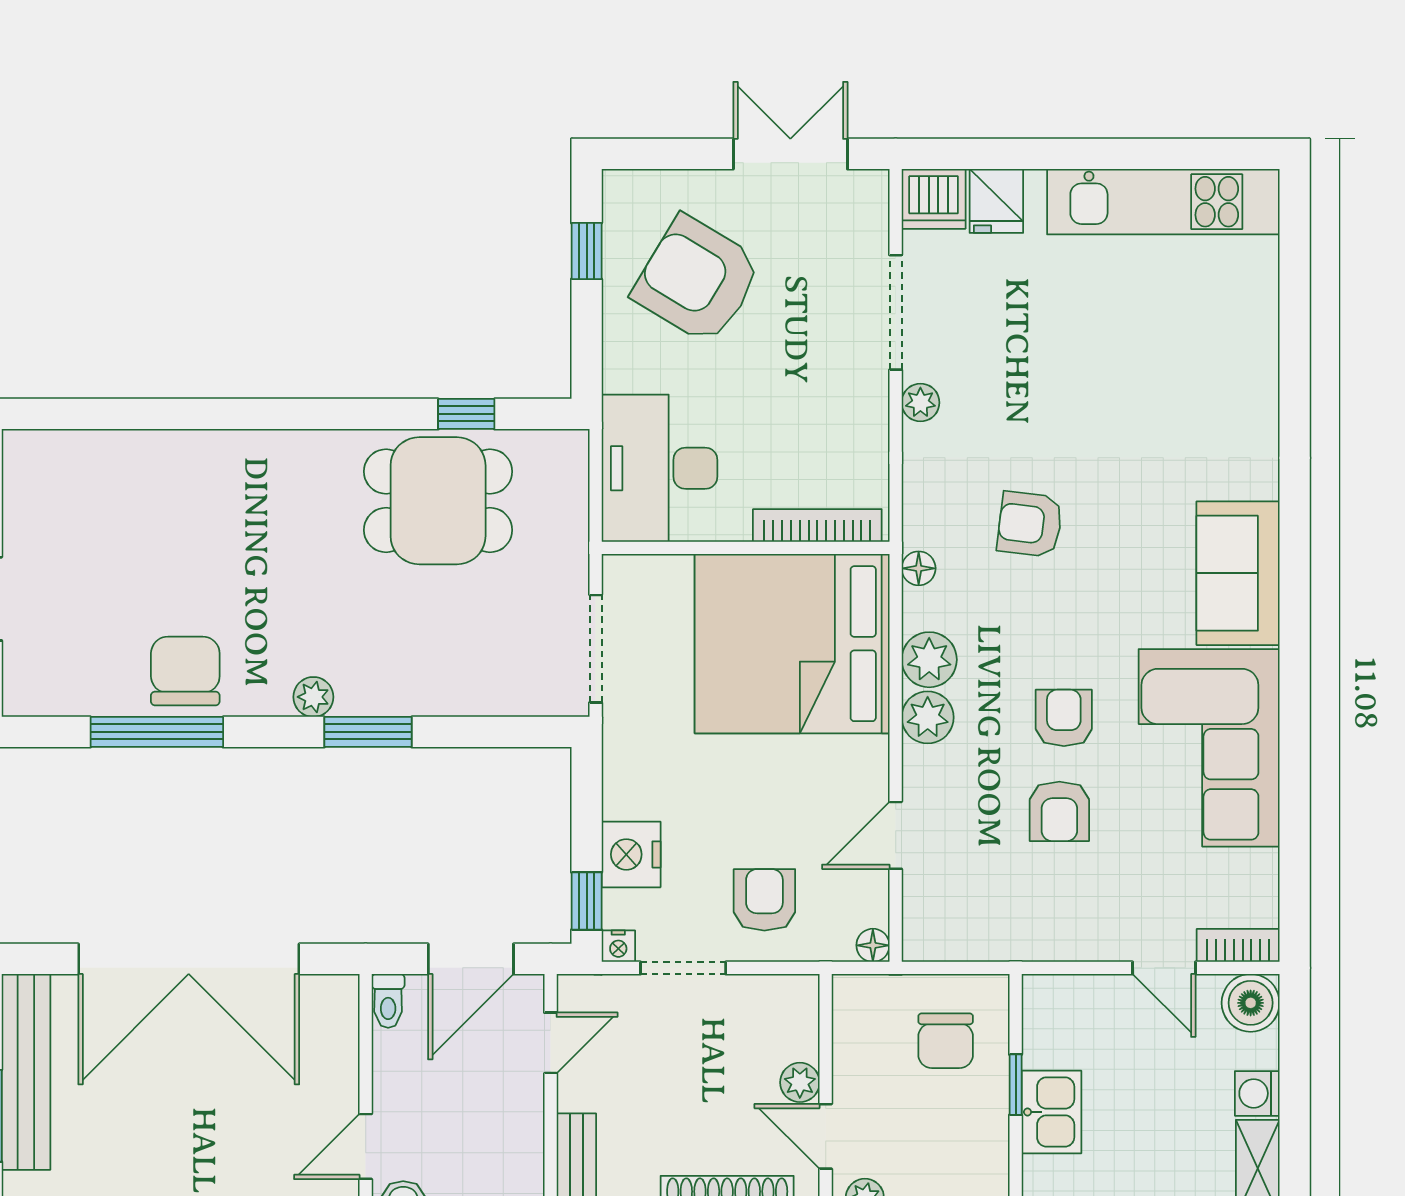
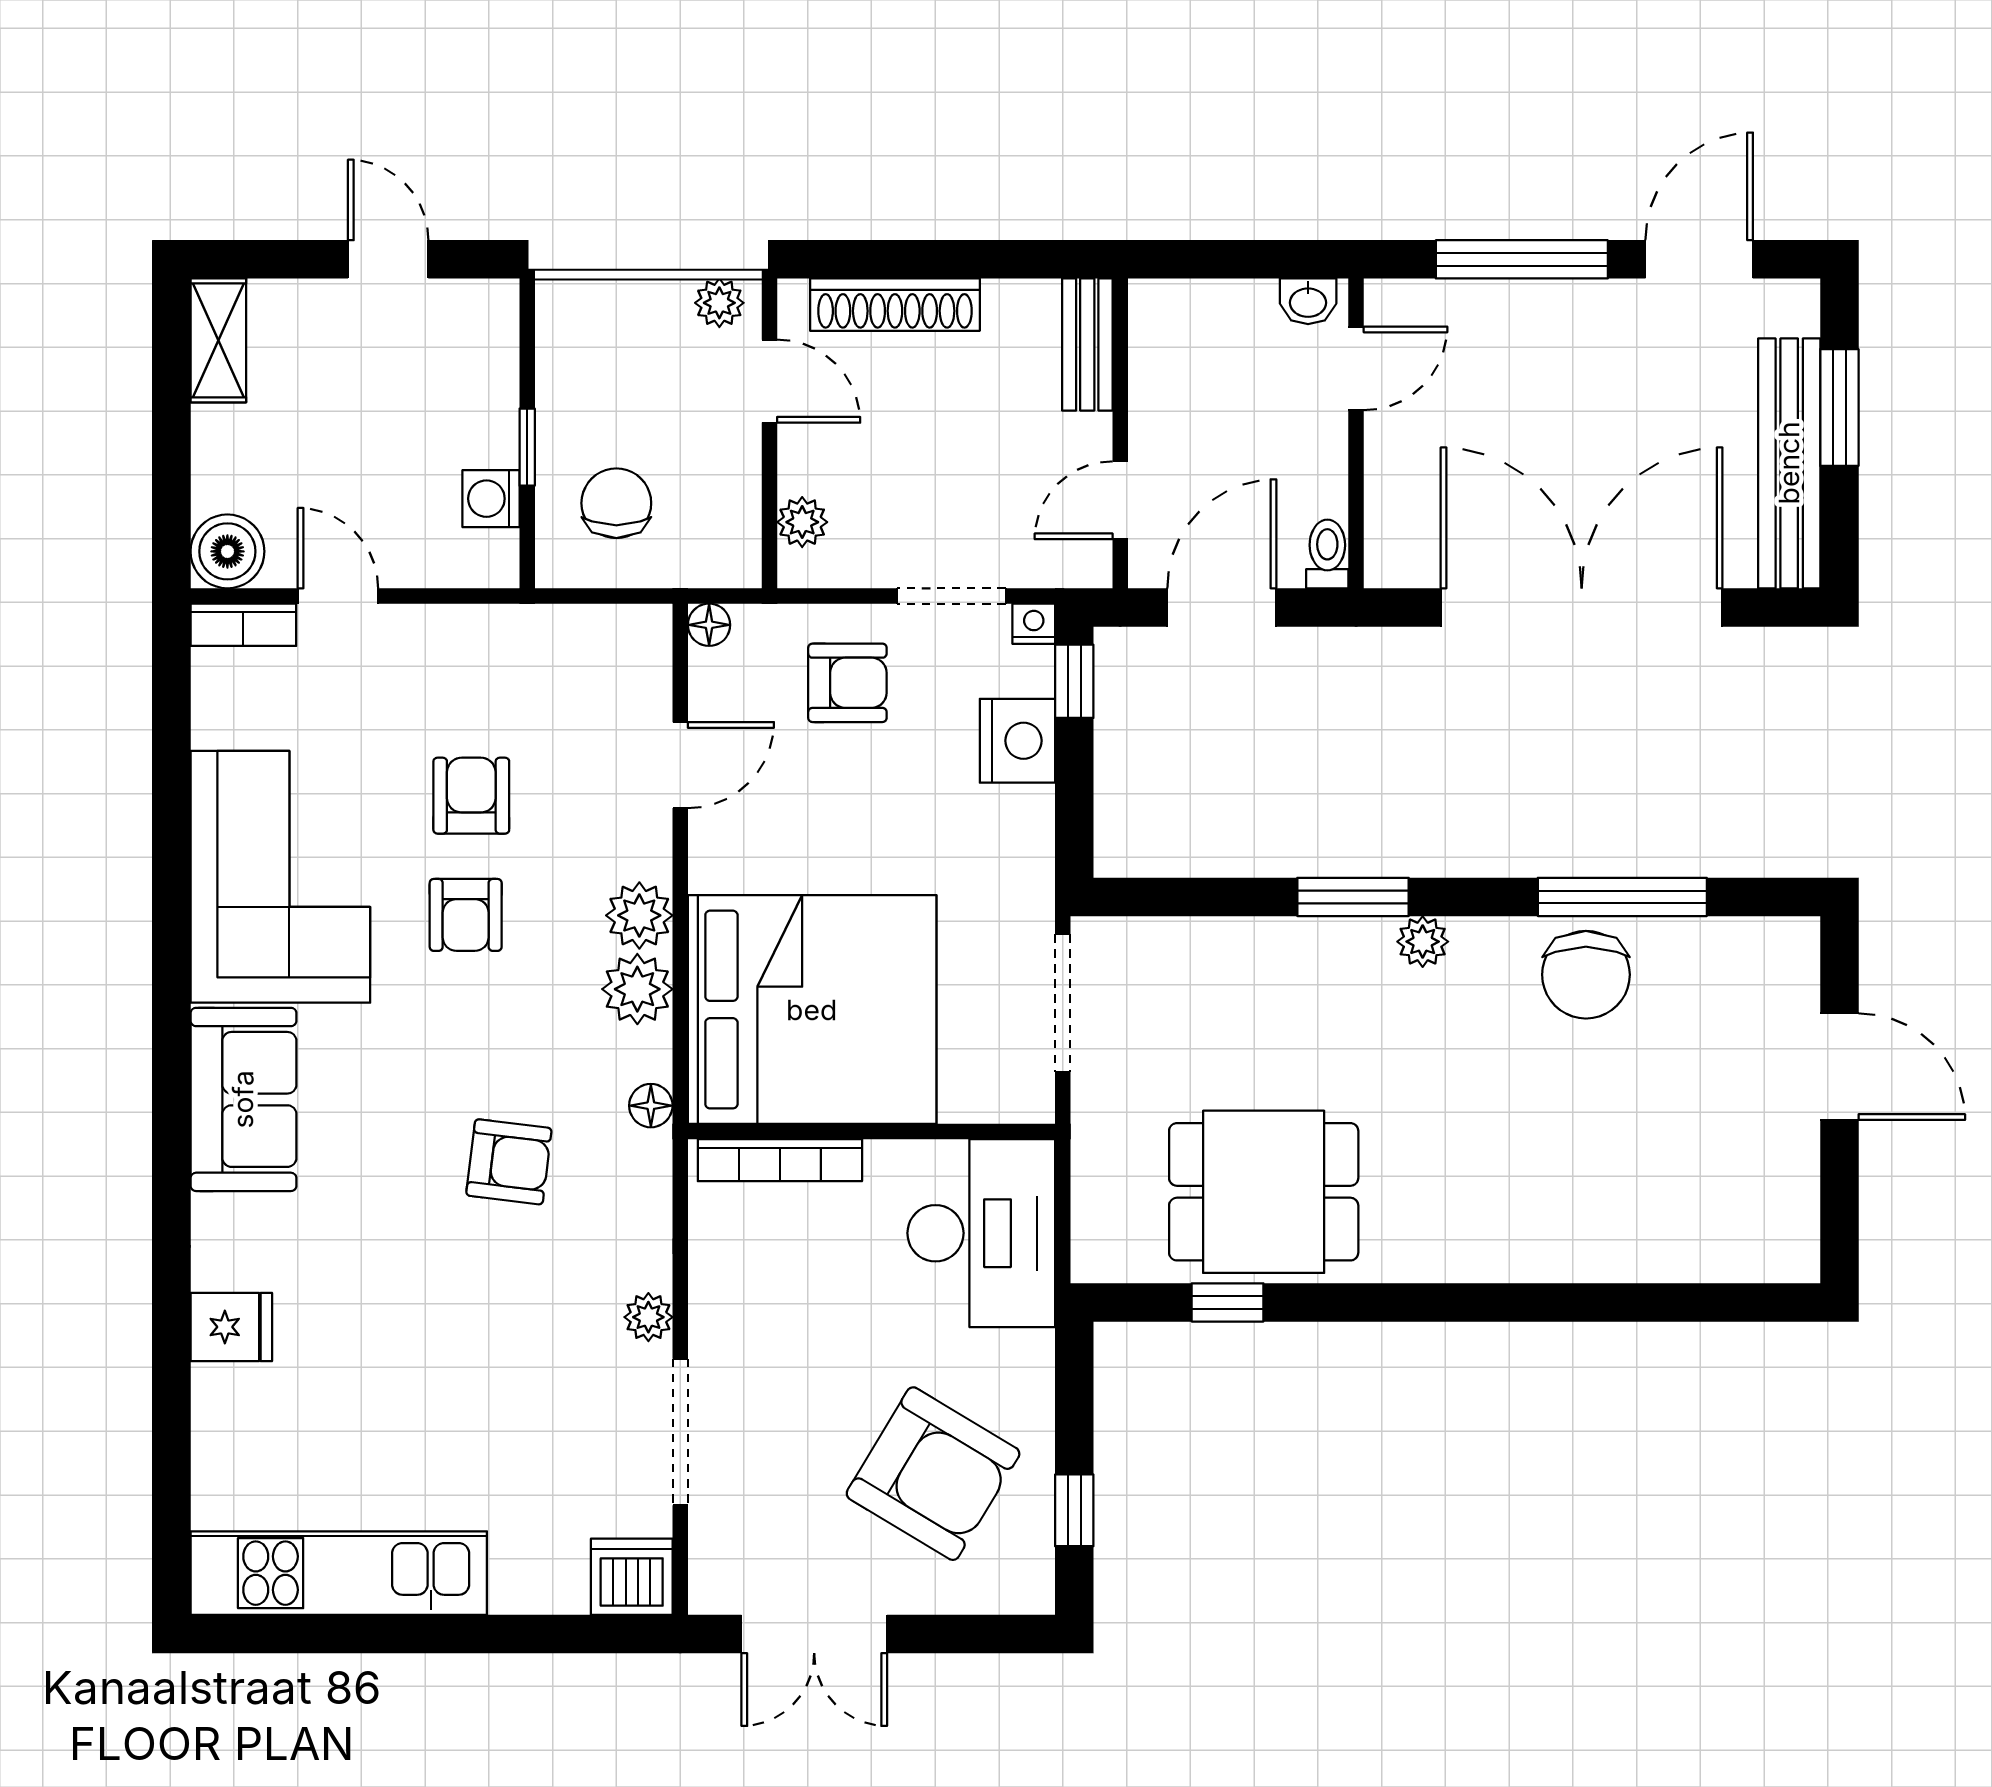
fridge: (996, 201) -> (231, 1327), moved, turned 90
armchair: (764, 900) -> (847, 683), turned -90
plant: (800, 1082) -> (802, 522), moved
washing machine: (1257, 1093) -> (491, 499), moved, turned 180
kitchen sink: (1051, 1112) -> (481, 412), removed

